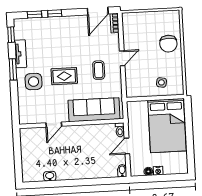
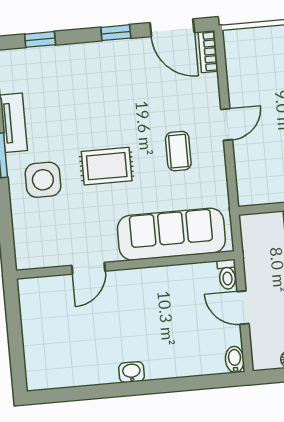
door: (98, 11) -> (172, 28), hinge flipped
window: (55, 13) -> (116, 33), moved
door: (127, 146) -> (243, 308), hinge flipped
washbasin: (50, 176) -> (132, 372), moved

